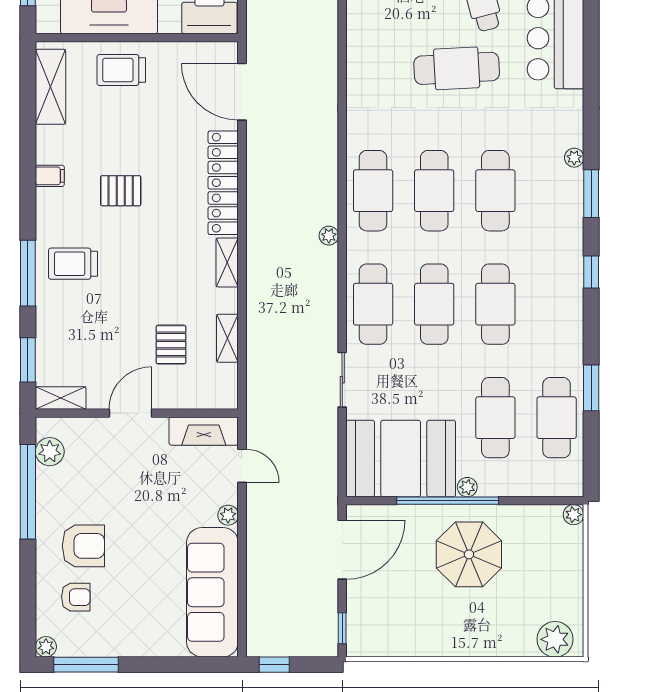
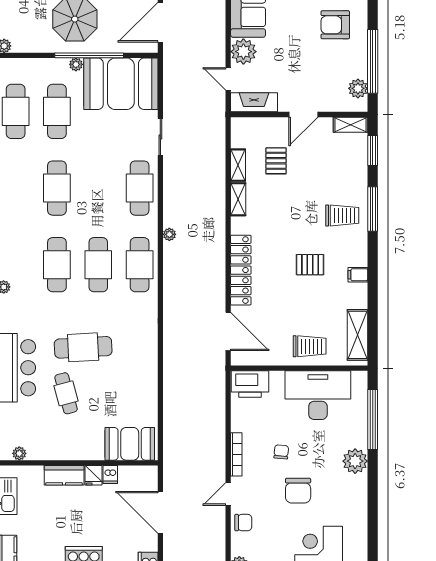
shelving: (227, 262) -> (238, 199), moved
cafe table: (434, 304) -> (98, 188), removed
plant: (228, 515) -> (243, 52), width x1.88, depth x1.88

